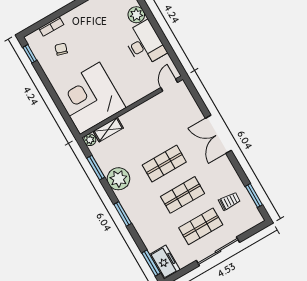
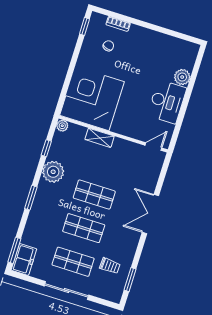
shelving: (108, 130) -> (100, 138), moved
window: (96, 168) -> (46, 148), width x0.67

